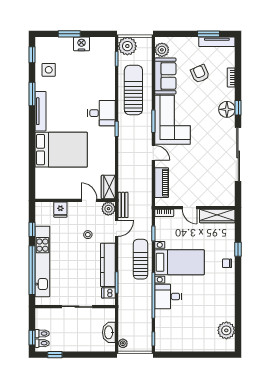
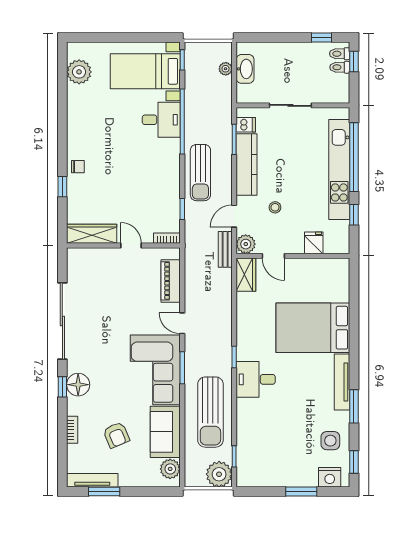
nightstand: (82, 44) -> (330, 477), moved
bed with nightstands: (180, 262) -> (145, 71), moved
plant: (123, 343) -> (226, 69), moved

